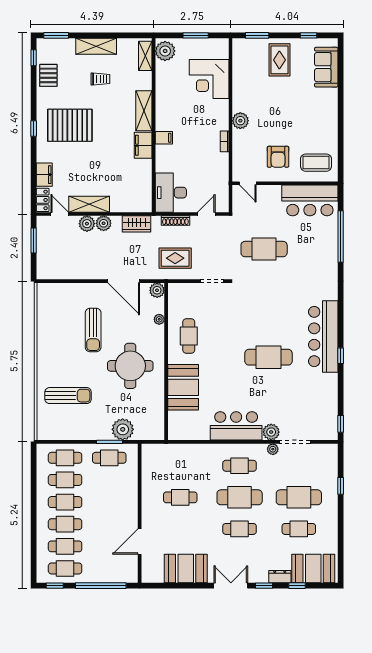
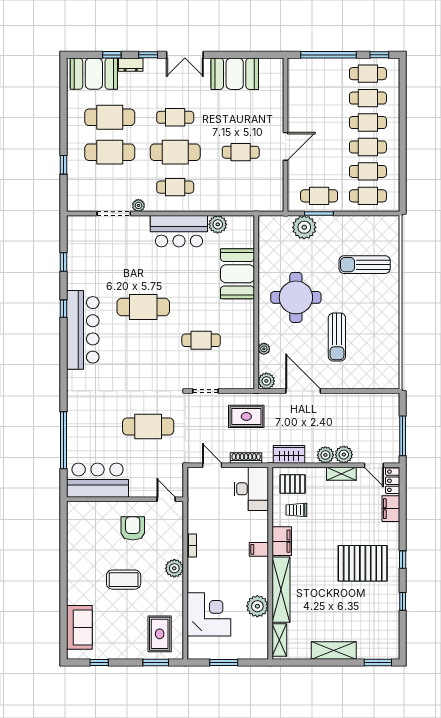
plant: (165, 51) -> (257, 606), moved
window: (34, 58) -> (403, 601), moved
rug: (279, 60) -> (160, 634), moved
pallet: (48, 75) -> (293, 484), moved, turned 90
trolley: (100, 79) -> (296, 510), moved
shelving: (144, 111) -> (281, 590), width x1.47
coffee table: (316, 163) -> (124, 580), moved
shelving: (89, 204) -> (341, 474), width x0.67, depth x0.75
door: (206, 214) -> (212, 465), swing flipped
window: (34, 241) -> (403, 436), width x1.44
sun lounger: (93, 330) -> (337, 337), turned 180
cafe table: (189, 336) -> (201, 340), moved, turned 90
window: (341, 424) -> (64, 262), moved
plant: (271, 432) -> (218, 224), moved
cafe table: (299, 529) -> (110, 117), width x1.37, depth x1.35
door: (140, 541) -> (286, 146), moved

